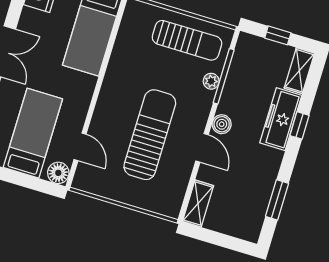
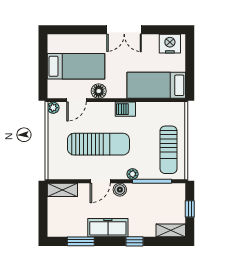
plant: (211, 81) -> (133, 174), moved
barbecue: (113, 83) -> (125, 109), added
freezer: (281, 119) -> (108, 228), moved
floor lamp: (58, 173) -> (99, 91), moved
plant: (81, 182) -> (53, 108), added

